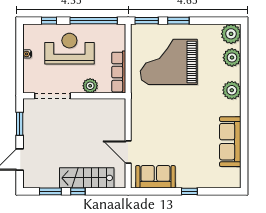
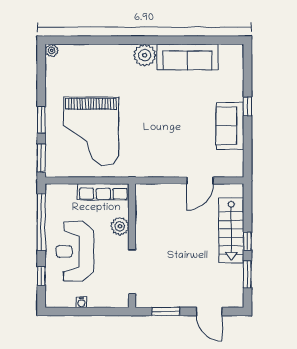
plant: (231, 34) -> (52, 50), width x0.53, depth x0.53
plant: (232, 58) -> (86, 55), removed
plant: (232, 90) -> (145, 55), moved
sofa: (155, 177) -> (230, 126), moved

